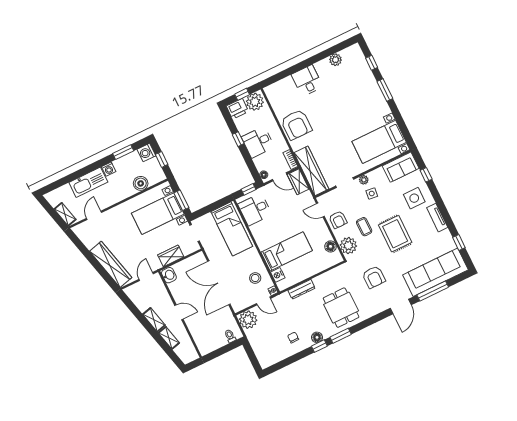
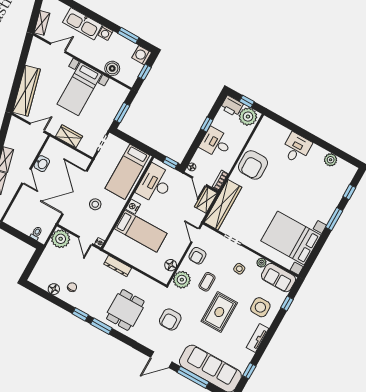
bed with nightstands: (379, 142) -> (291, 238), width x1.36
plant: (364, 180) -> (261, 263), moved
desk: (255, 209) -> (155, 184), width x1.37
bed with nightstands: (158, 214) -> (79, 89), moved, turned -90
washbasin: (169, 275) -> (42, 164), moved
nightstand: (278, 275) -> (133, 207), moved
stool: (255, 278) -> (95, 204), moved
floor lamp: (317, 337) -> (54, 289), moved

